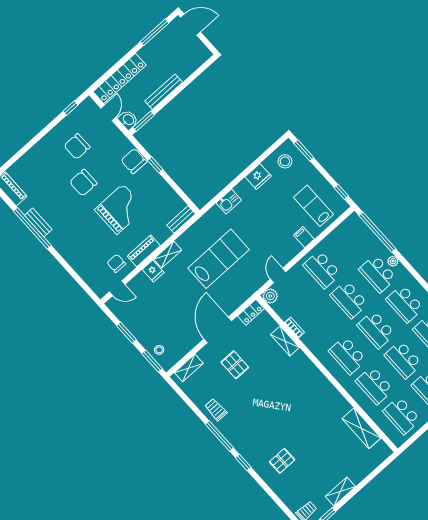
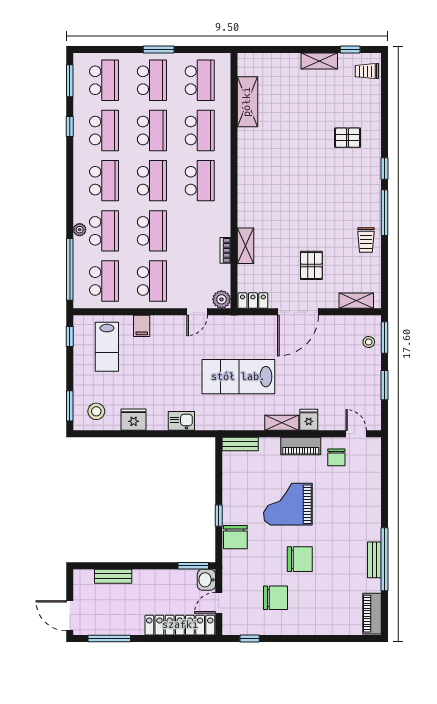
bench: (164, 92) -> (113, 576), moved, width x0.73
school desk: (351, 244) -> (104, 281), added

